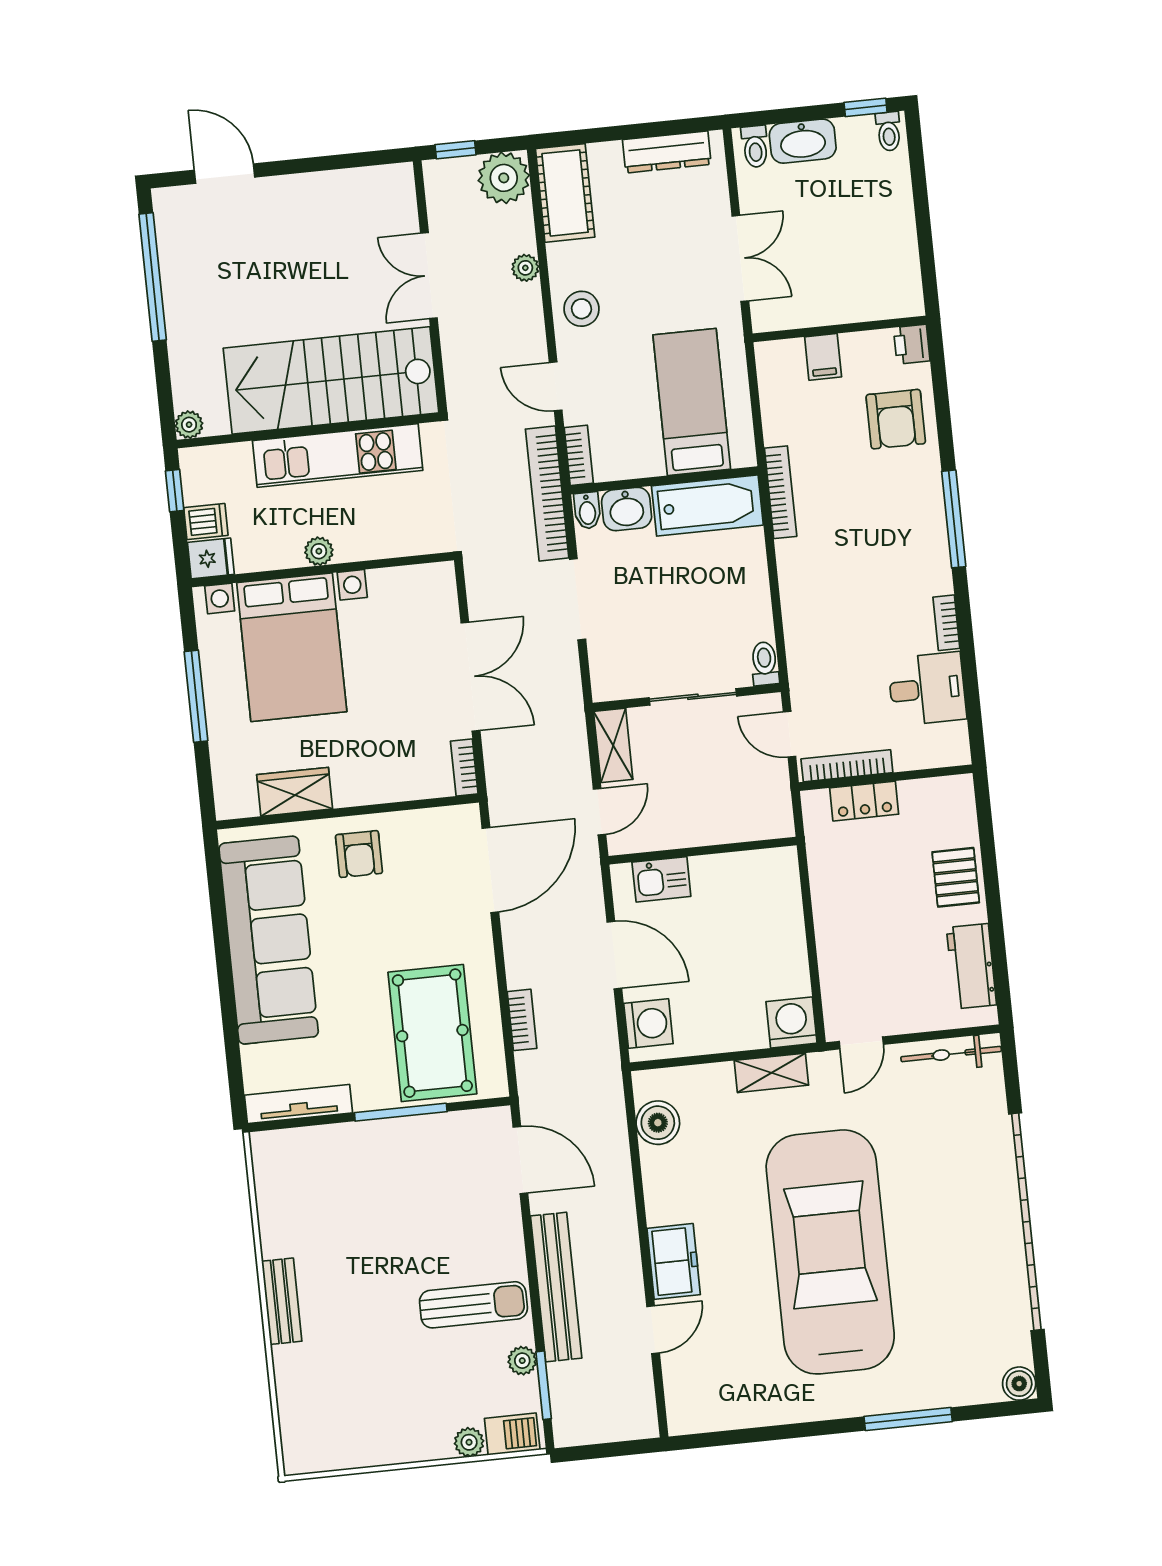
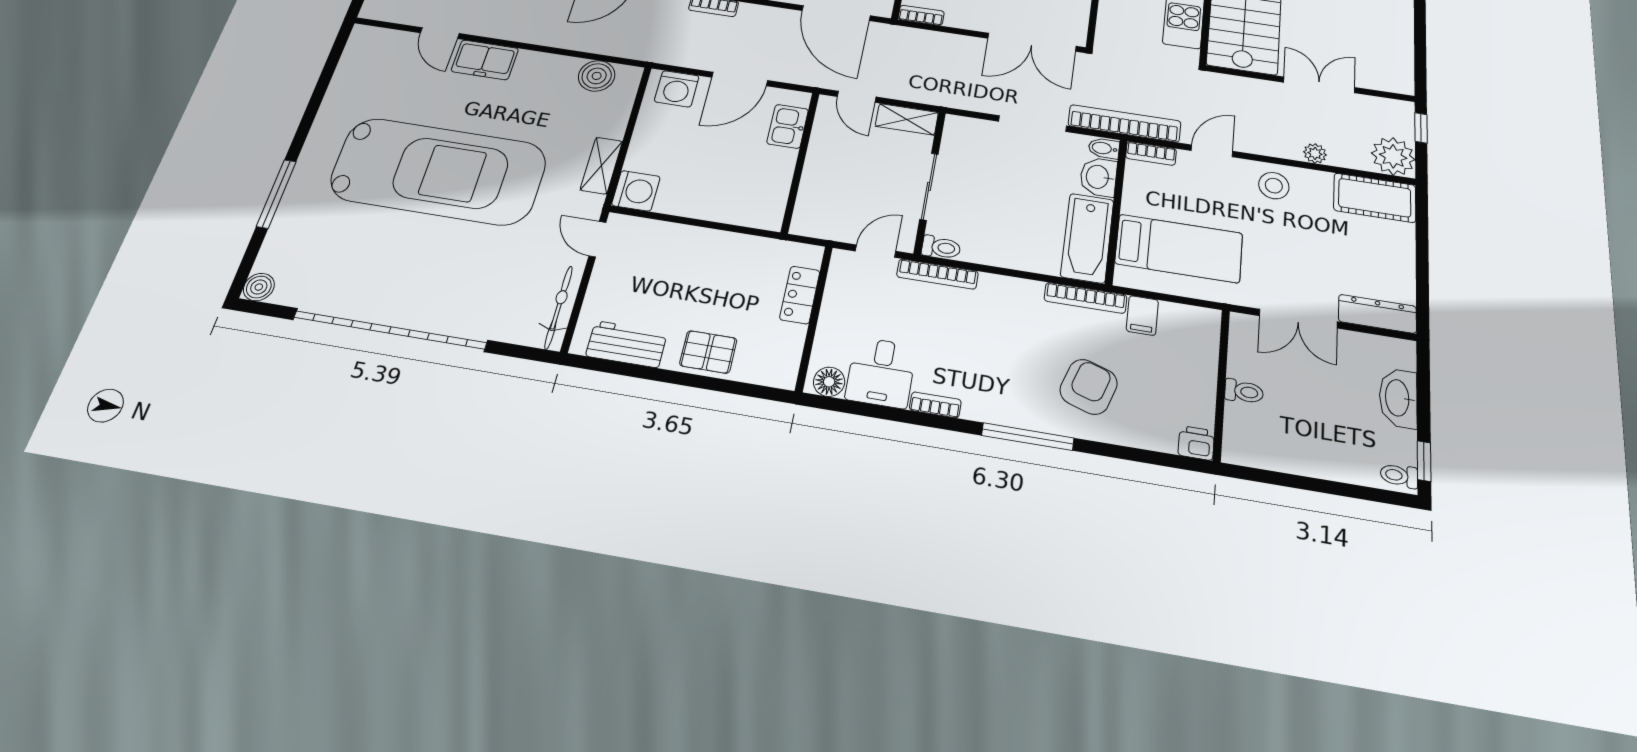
toilet: (755, 146) -> (1244, 392), moved, turned 180
dresser: (667, 152) -> (1377, 314), moved, turned 90
filing cabinet: (823, 357) -> (1142, 316), moved, turned -90
armchair: (896, 419) -> (1089, 387), moved, turned 108
double door: (470, 677) -> (1032, 42), moved
floor lamp: (953, 740) -> (829, 382), added
bookcase: (847, 766) -> (937, 274), moved, turned 90

